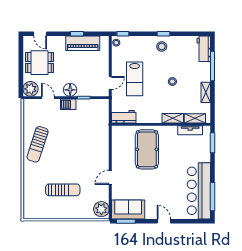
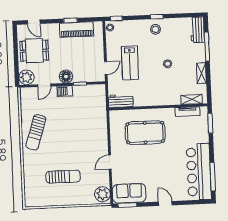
door: (48, 98) -> (44, 85), swing flipped
shelving: (173, 118) -> (170, 100), removed
pool table: (147, 149) -> (145, 133), turned 90

